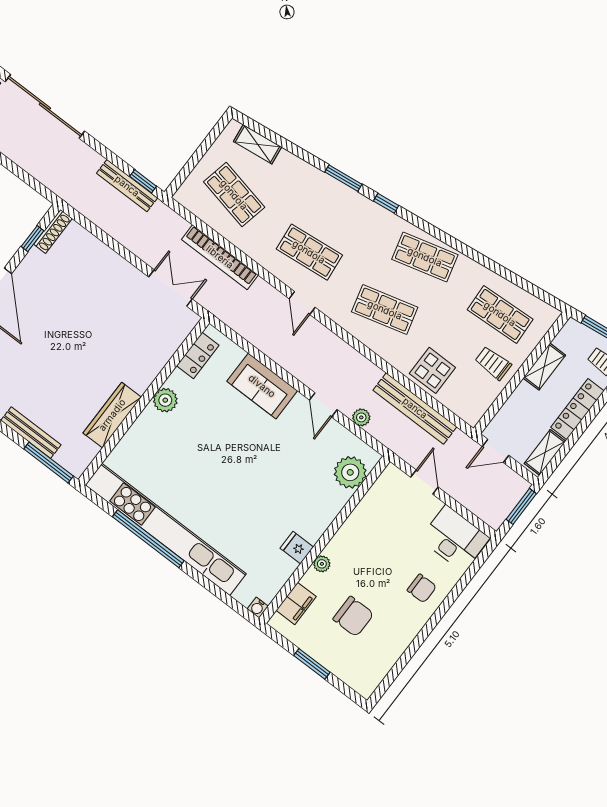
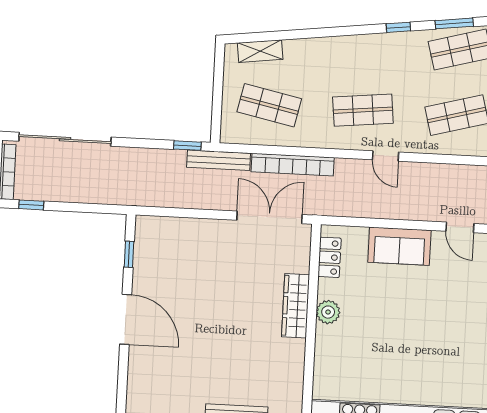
window: (343, 178) -> (454, 23), moved
bench: (127, 186) -> (219, 160), moved
shoe rack: (53, 231) -> (142, 237), removed
double door: (170, 288) -> (269, 217), width x1.37
wardrobe: (112, 415) -> (296, 306), moved

